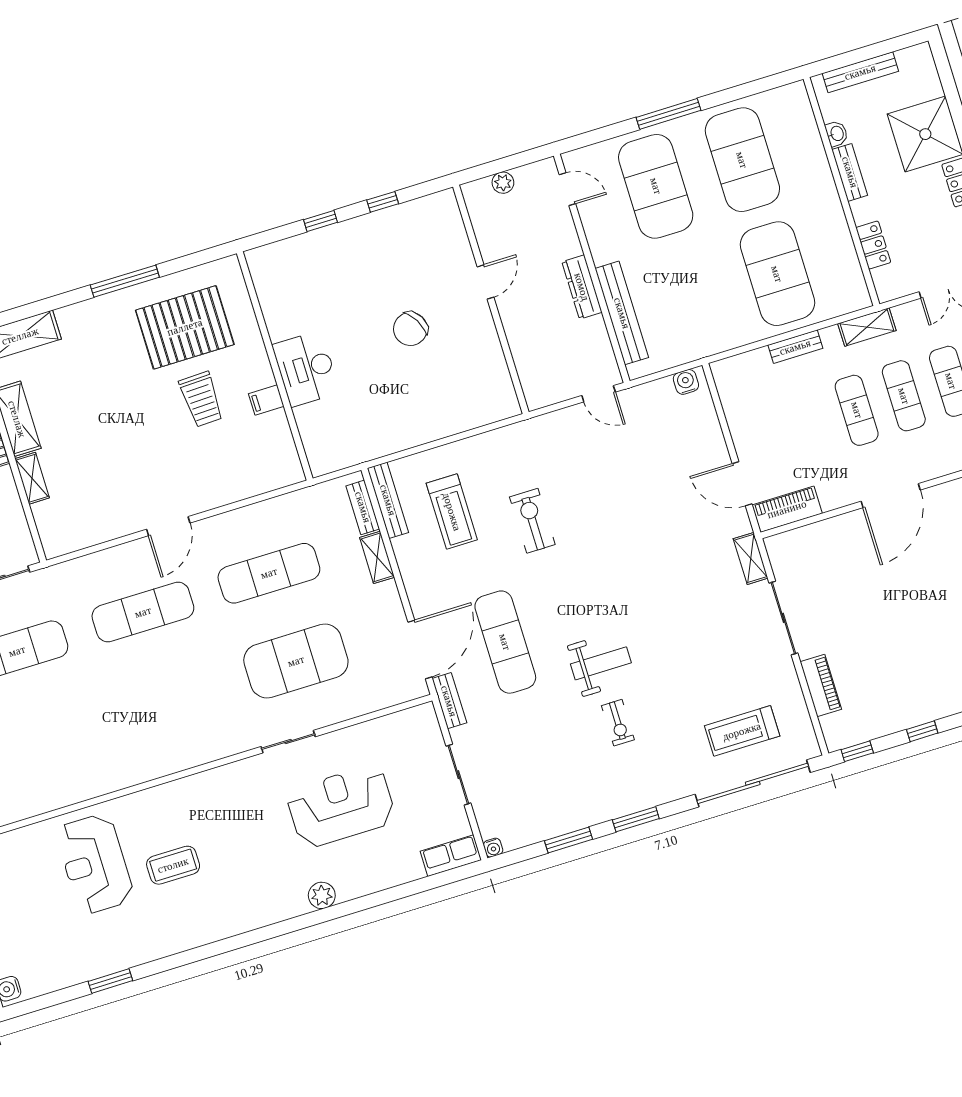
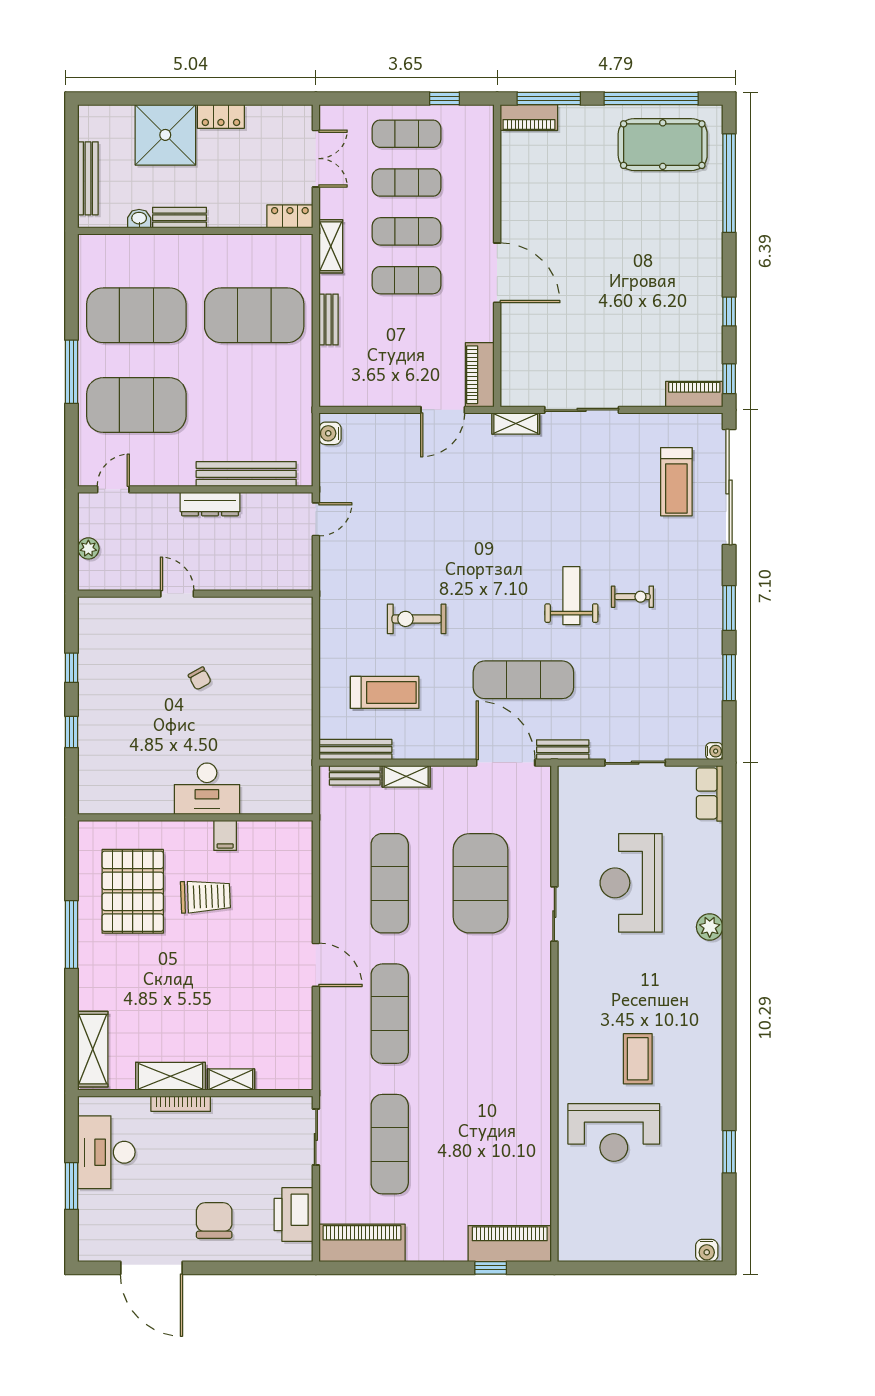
locker: (873, 245) -> (290, 216), moved
chair: (410, 329) -> (200, 678), width x0.54, depth x0.54
piano: (821, 686) -> (694, 394), moved

